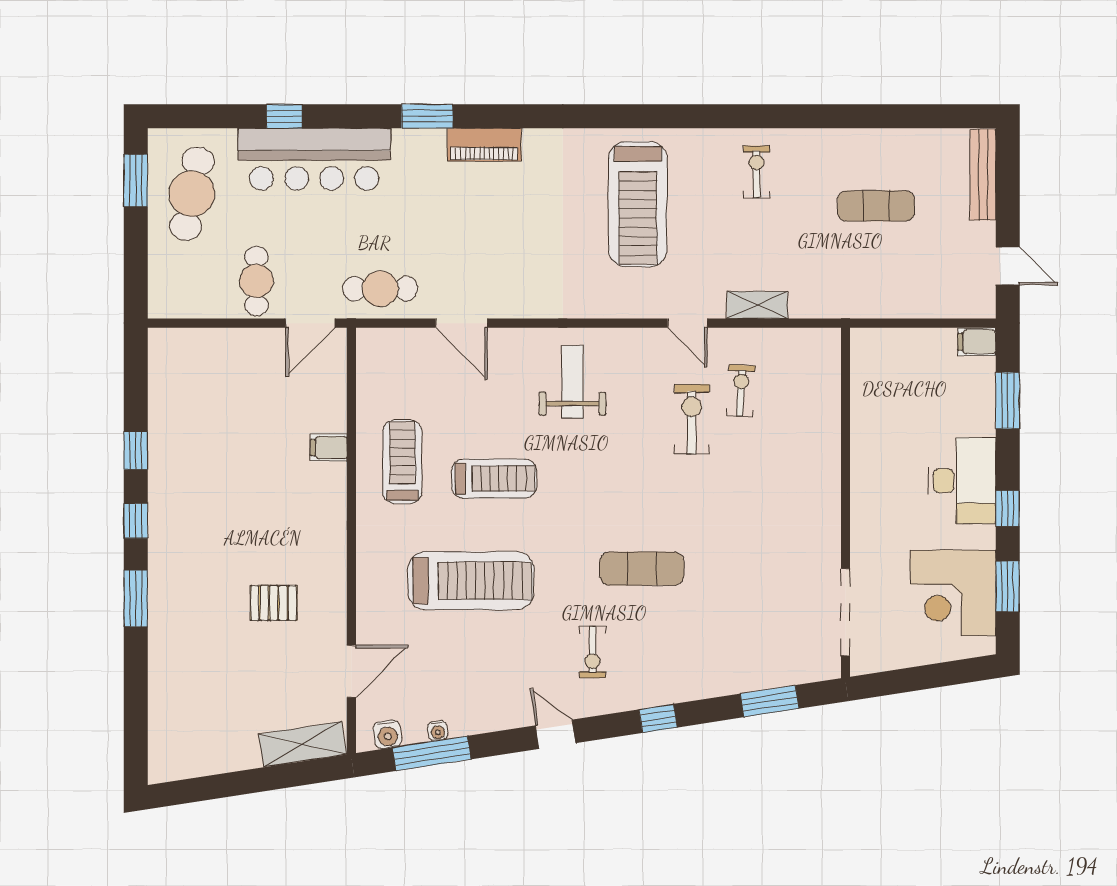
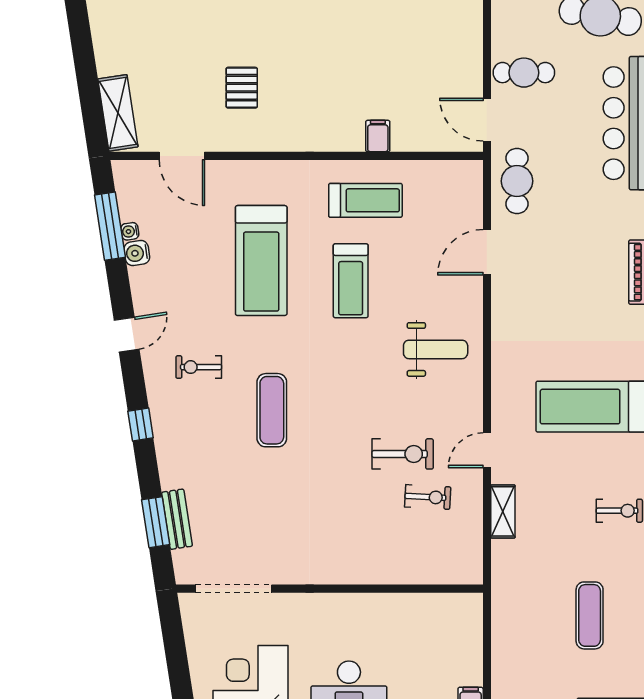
bench: (766, 677) -> (177, 519), added
water cooler: (387, 734) -> (137, 253), moved

